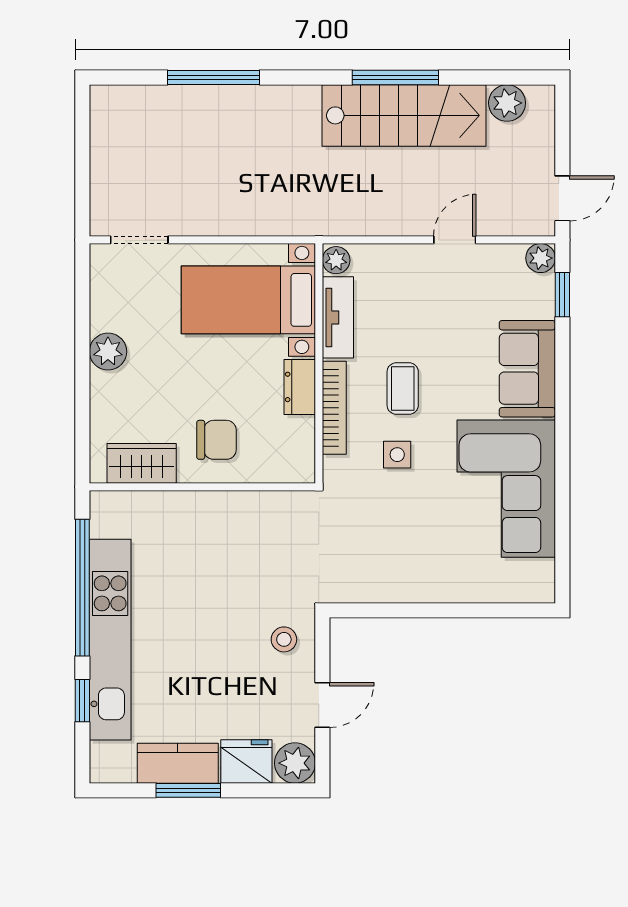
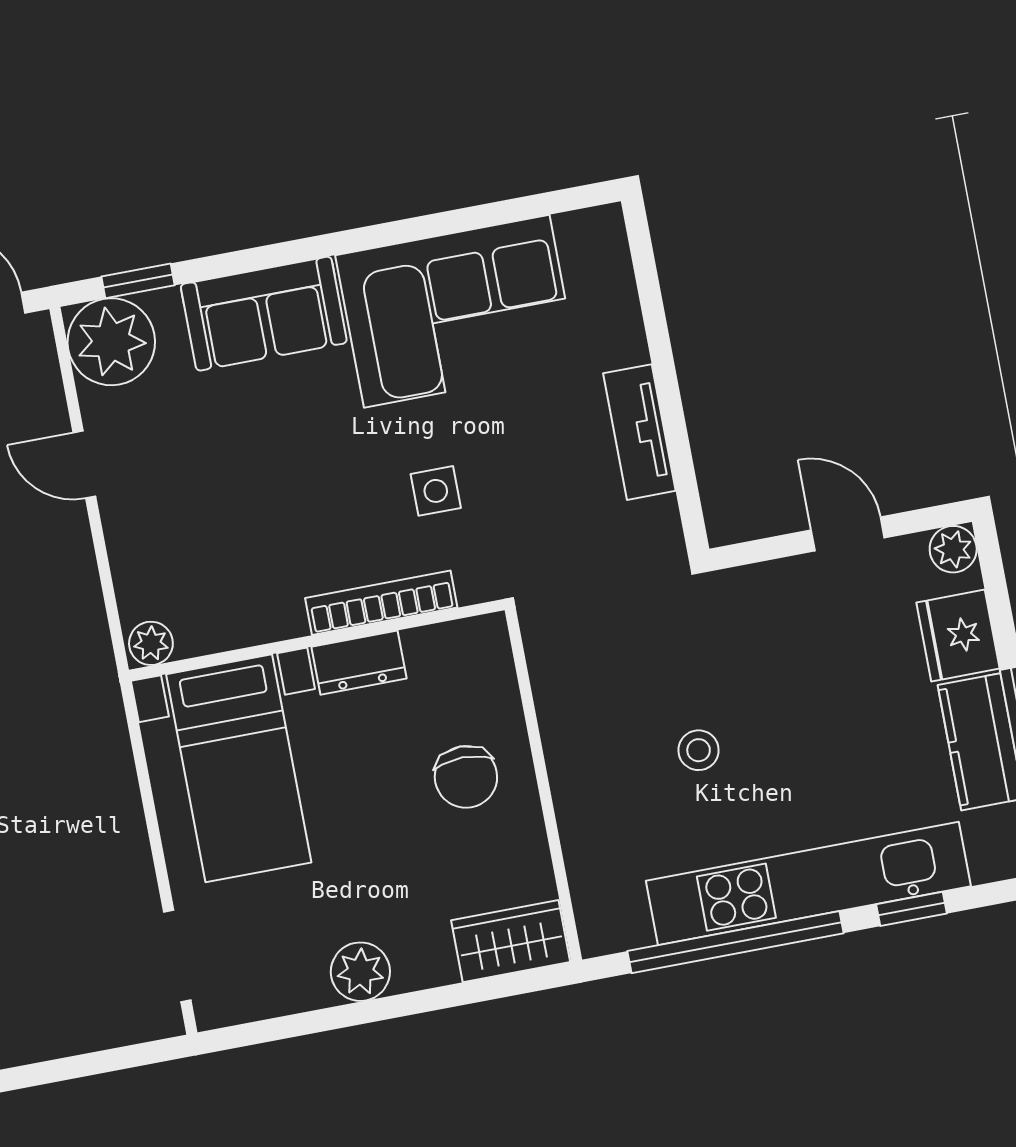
plant: (541, 258) -> (111, 342), width x1.88, depth x1.88
tv unit: (338, 317) -> (639, 432), moved, turned -90
coffee table: (403, 388) -> (331, 502), removed
chair: (216, 440) -> (466, 777), turned 180
wardrobe: (142, 463) -> (511, 941), moved, turned 90
stool: (284, 639) -> (699, 750), moved
plant: (295, 763) -> (953, 549), width x0.73, depth x0.73

